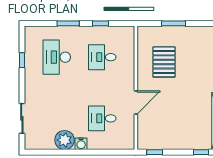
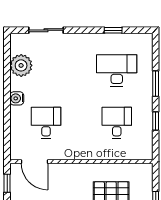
door: (136, 102) -> (35, 162), moved
plant: (65, 140) -> (21, 65), moved

